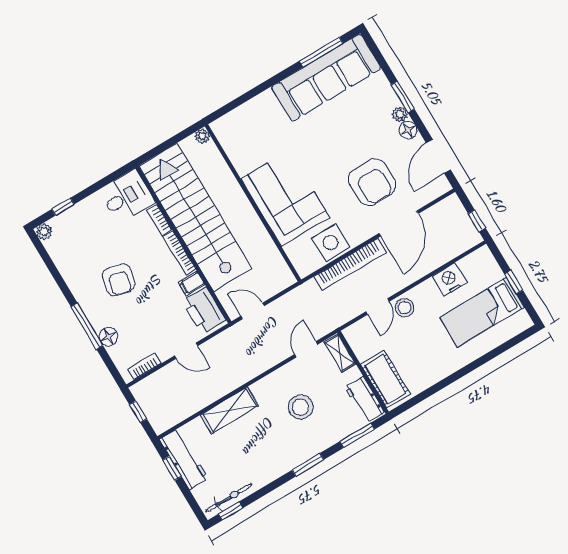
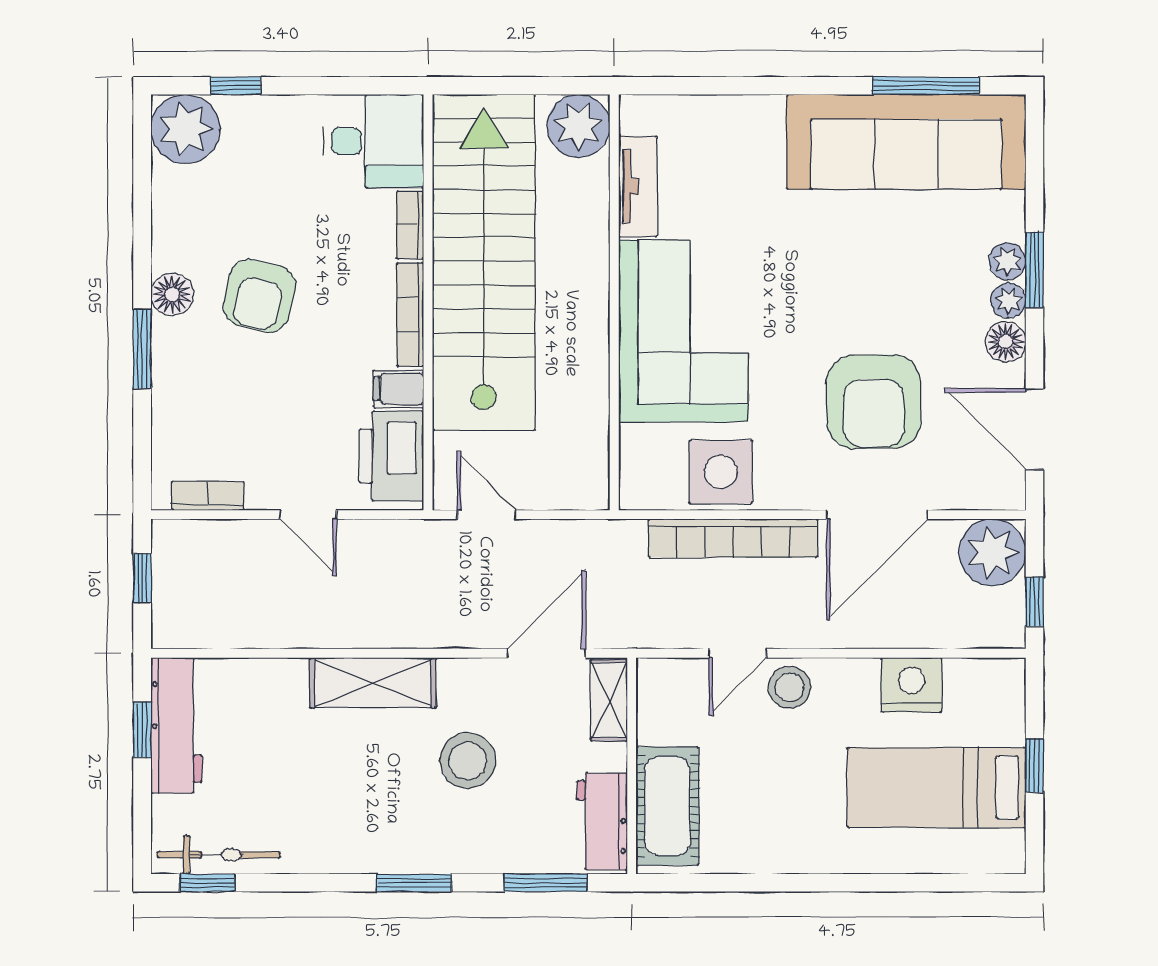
plant: (391, 100) -> (1007, 261), added
plant: (202, 136) -> (579, 126), width x1.88, depth x1.88
tv unit: (236, 154) -> (638, 186), added
door: (438, 156) -> (1034, 429), hinge flipped
plant: (450, 212) -> (992, 552), added
plant: (44, 232) -> (185, 129), width x1.87, depth x1.87
window: (87, 326) -> (142, 349), width x0.69
floor lamp: (108, 337) -> (172, 294), moved
door: (306, 349) -> (546, 653), width x1.38
shelving: (229, 410) -> (373, 683), moved

